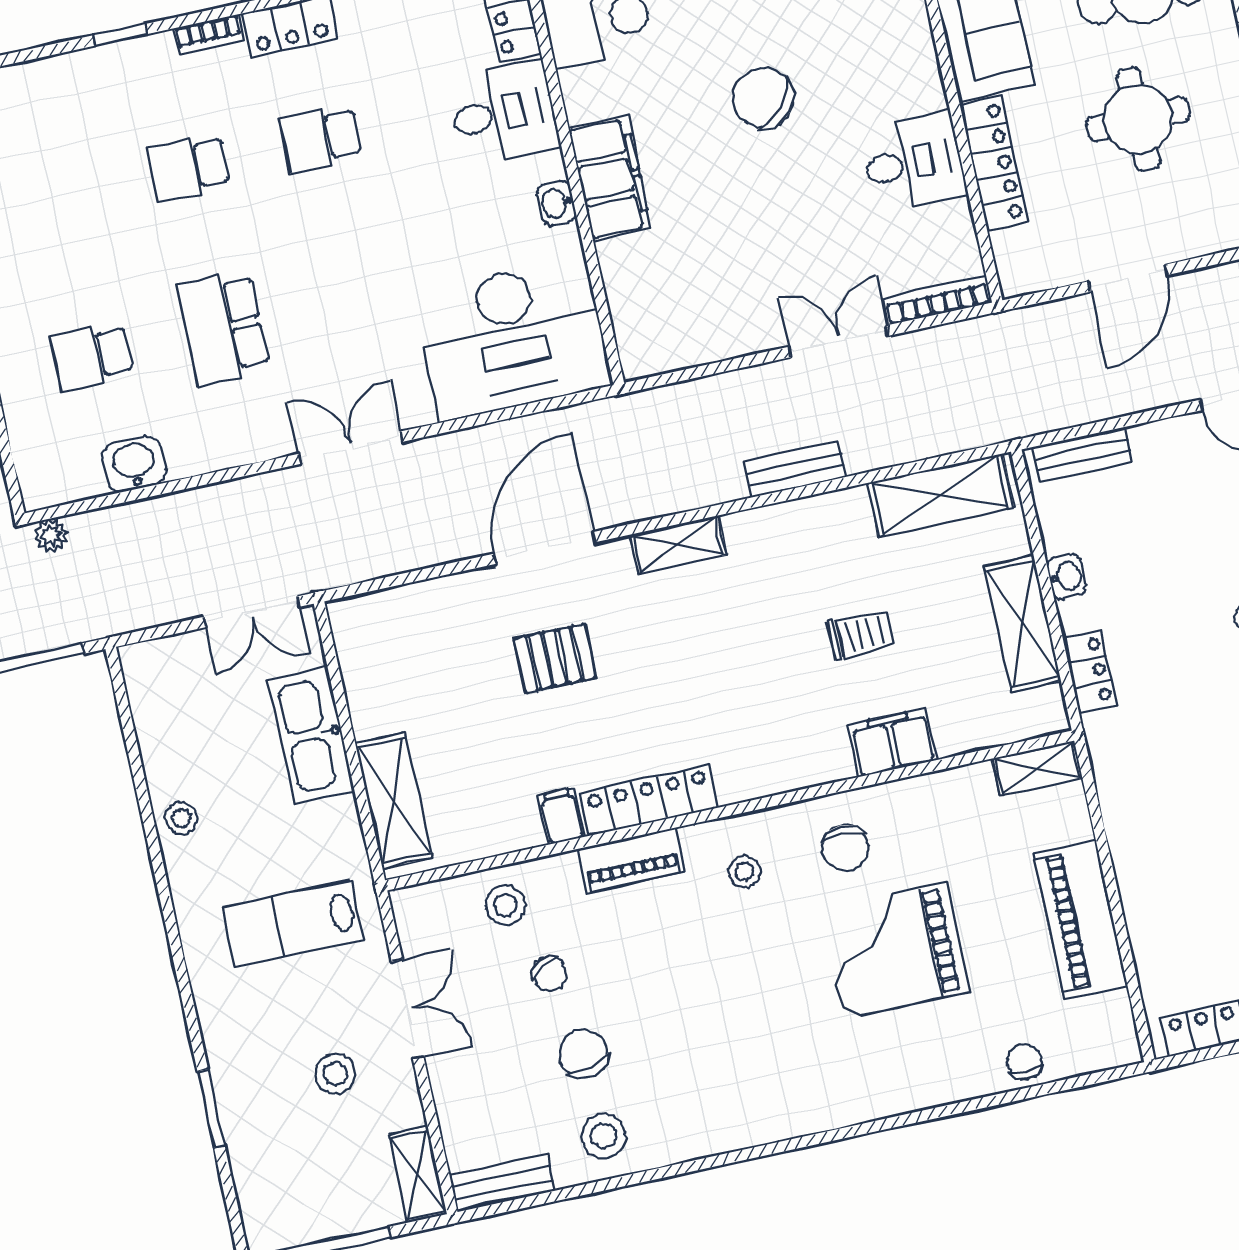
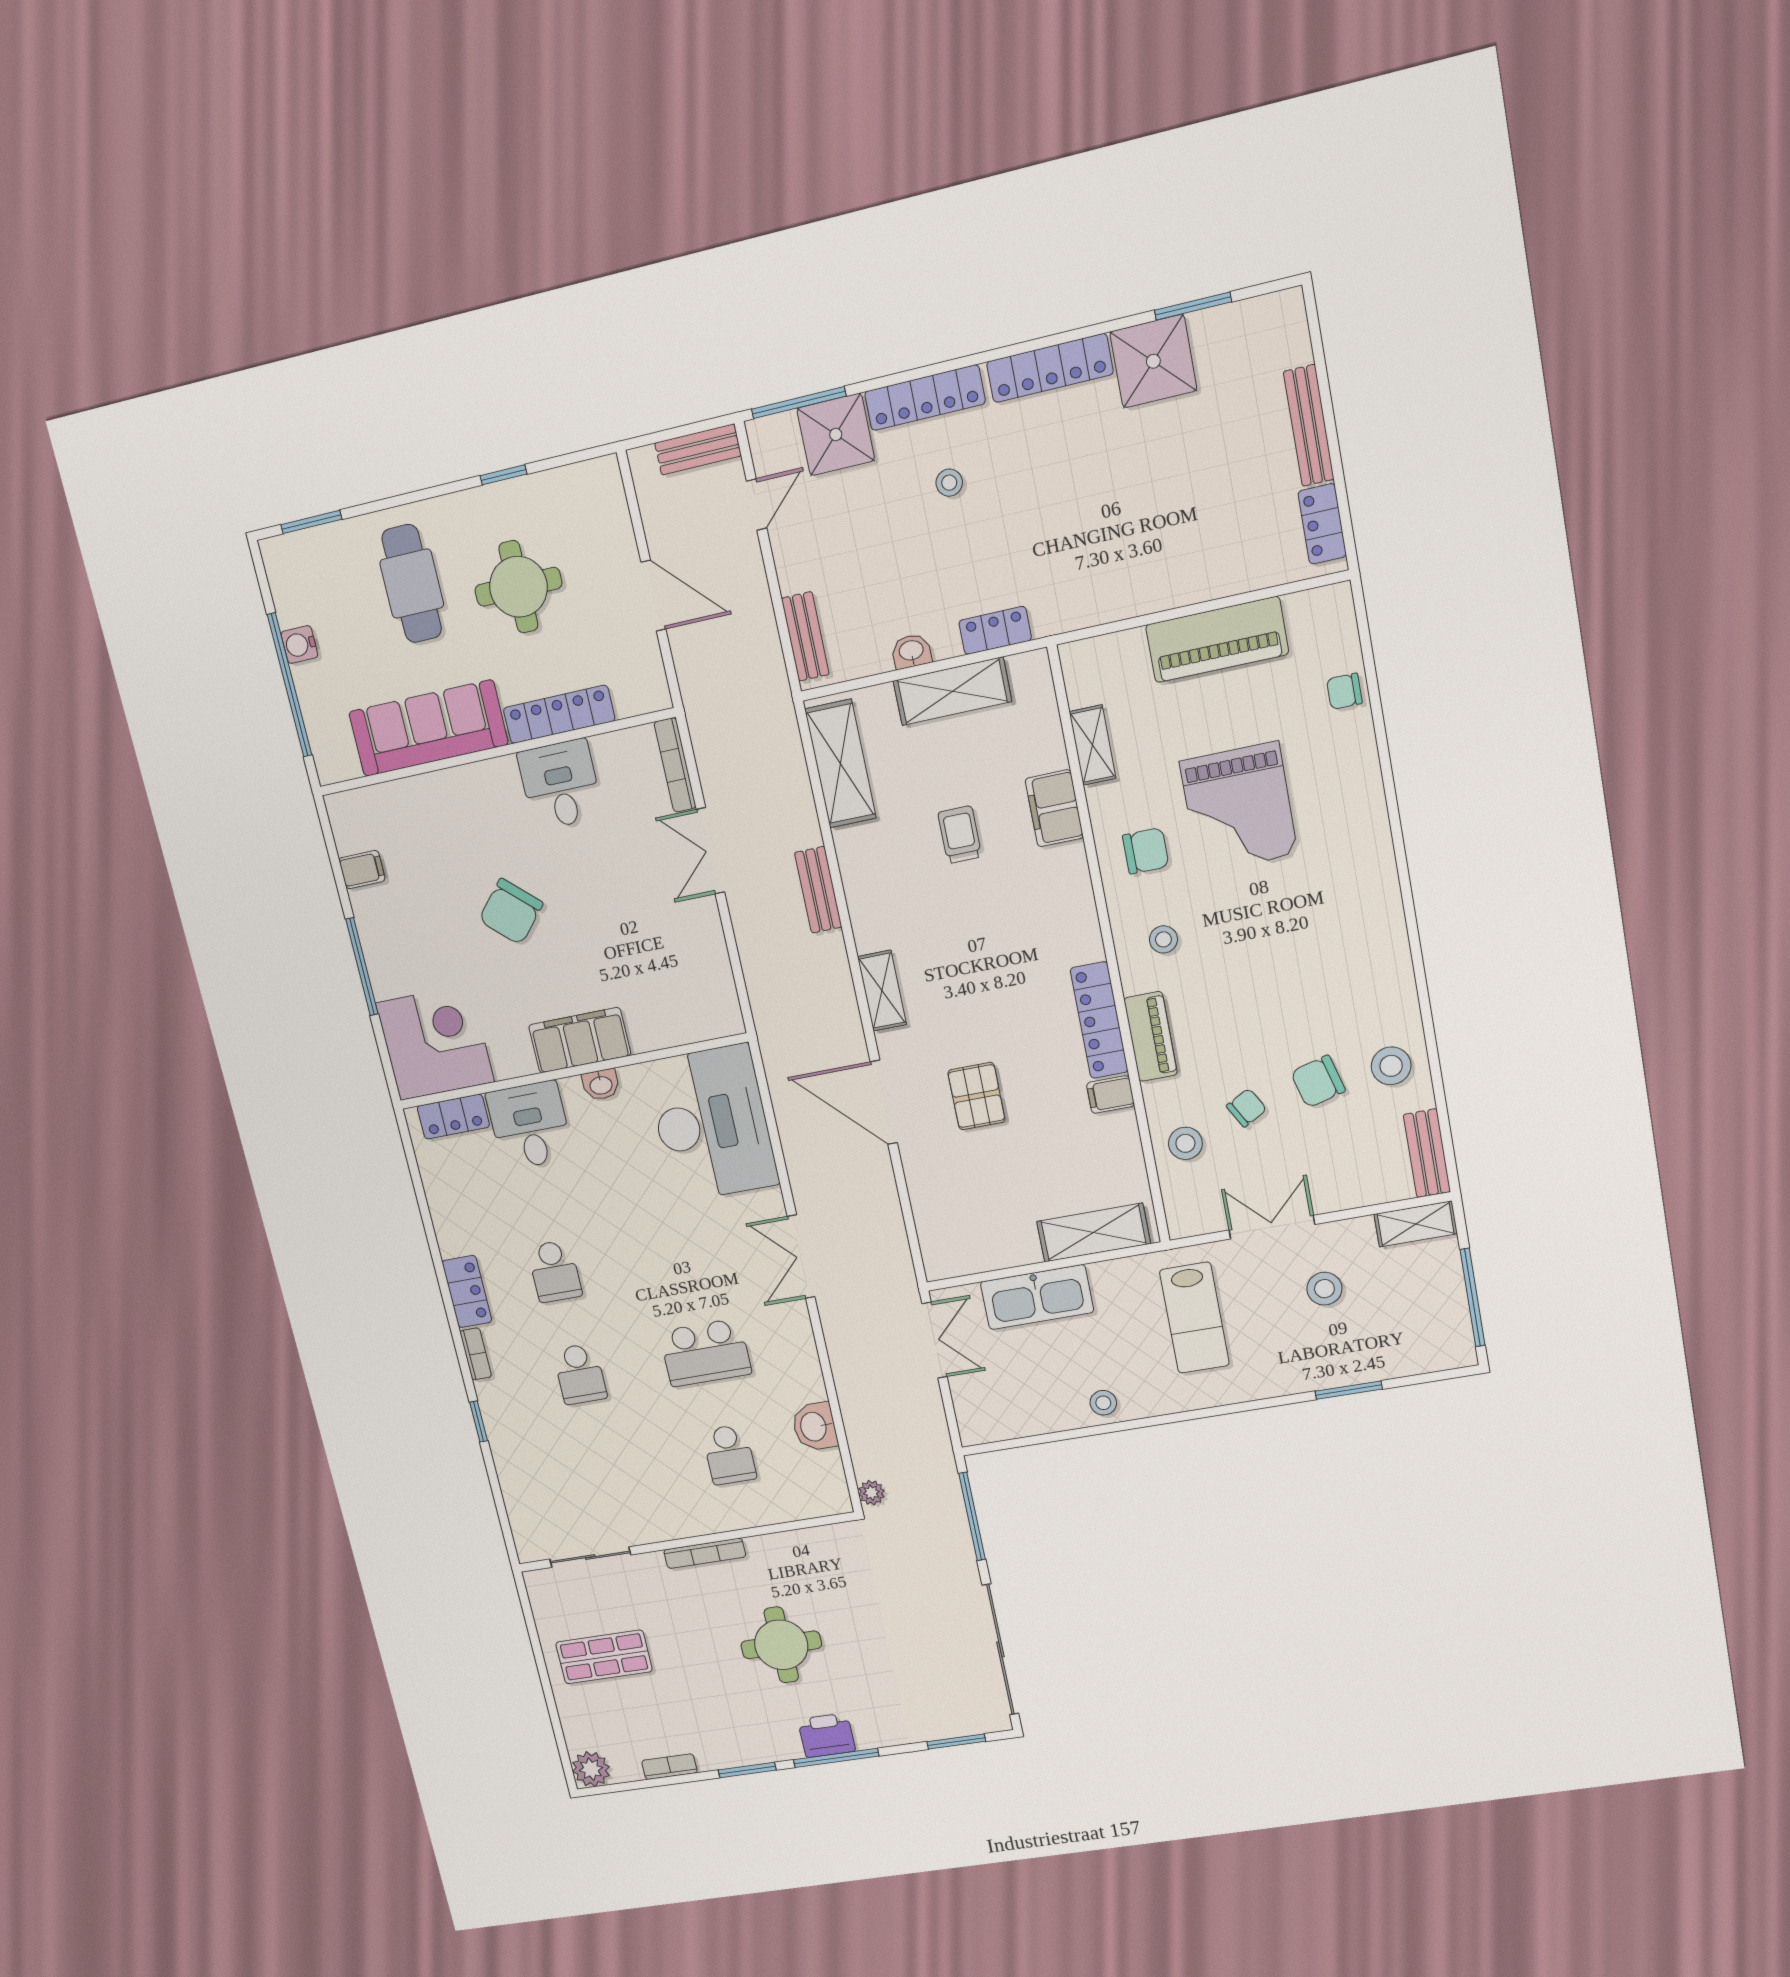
shelving: (1037, 768) -> (1093, 745), moved

